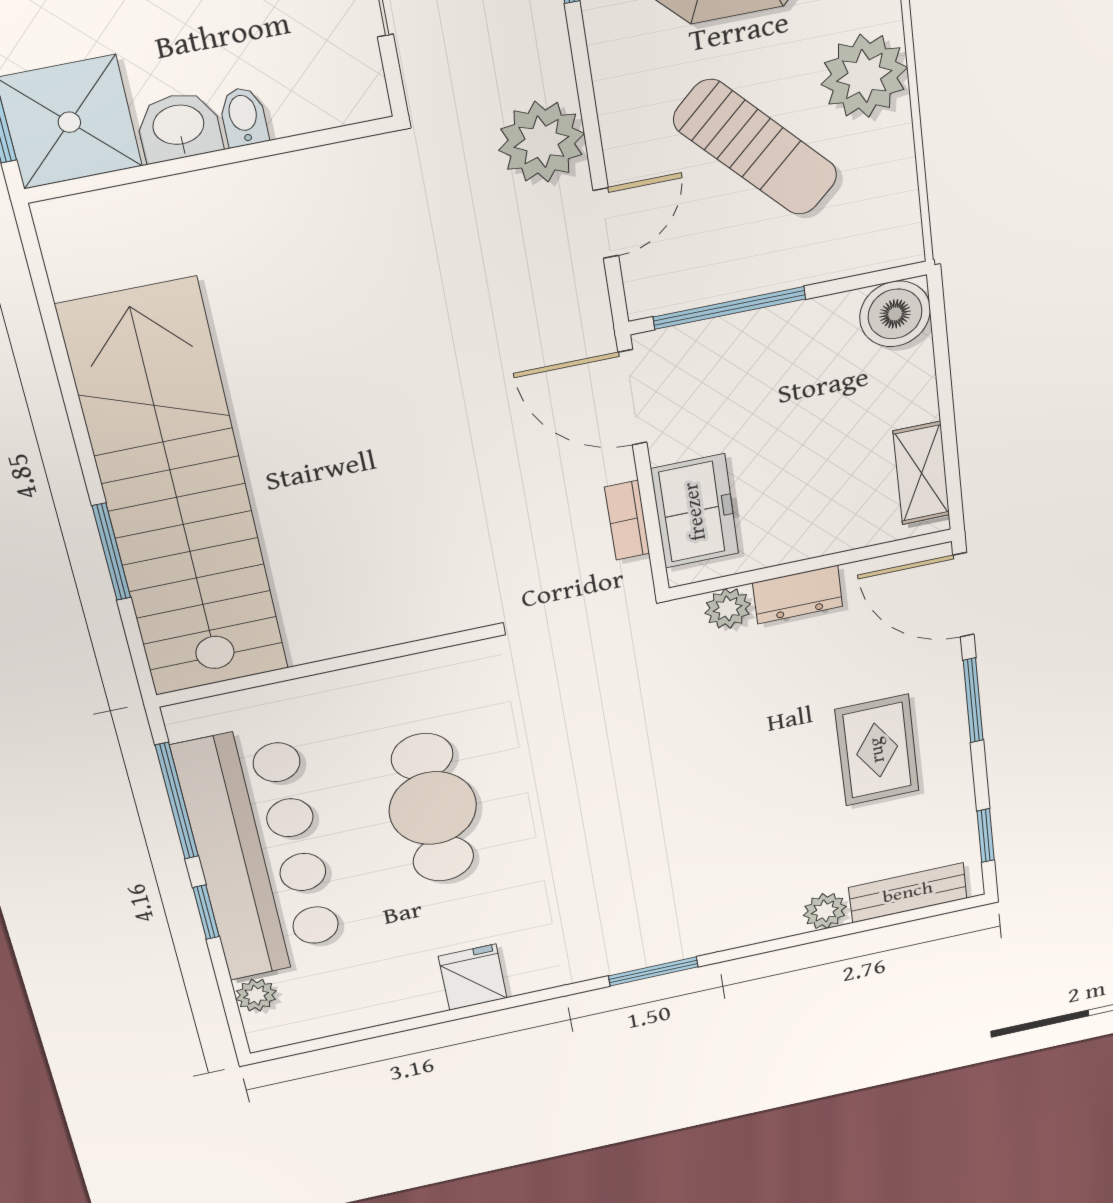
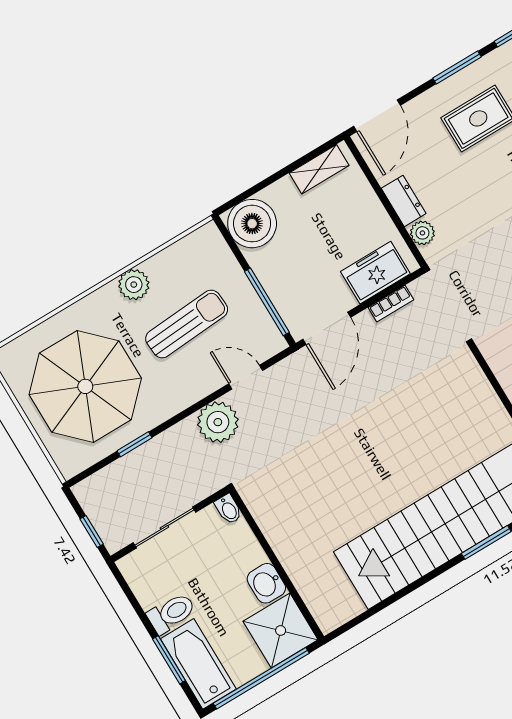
plant: (864, 76) -> (134, 285), width x0.73, depth x0.73
bidet: (244, 117) -> (228, 509), moved, turned -90
sun lounger: (756, 147) -> (187, 324), turned 39
boiler: (895, 314) -> (252, 224), width x1.37, depth x1.37
window: (973, 700) -> (457, 68), moved

